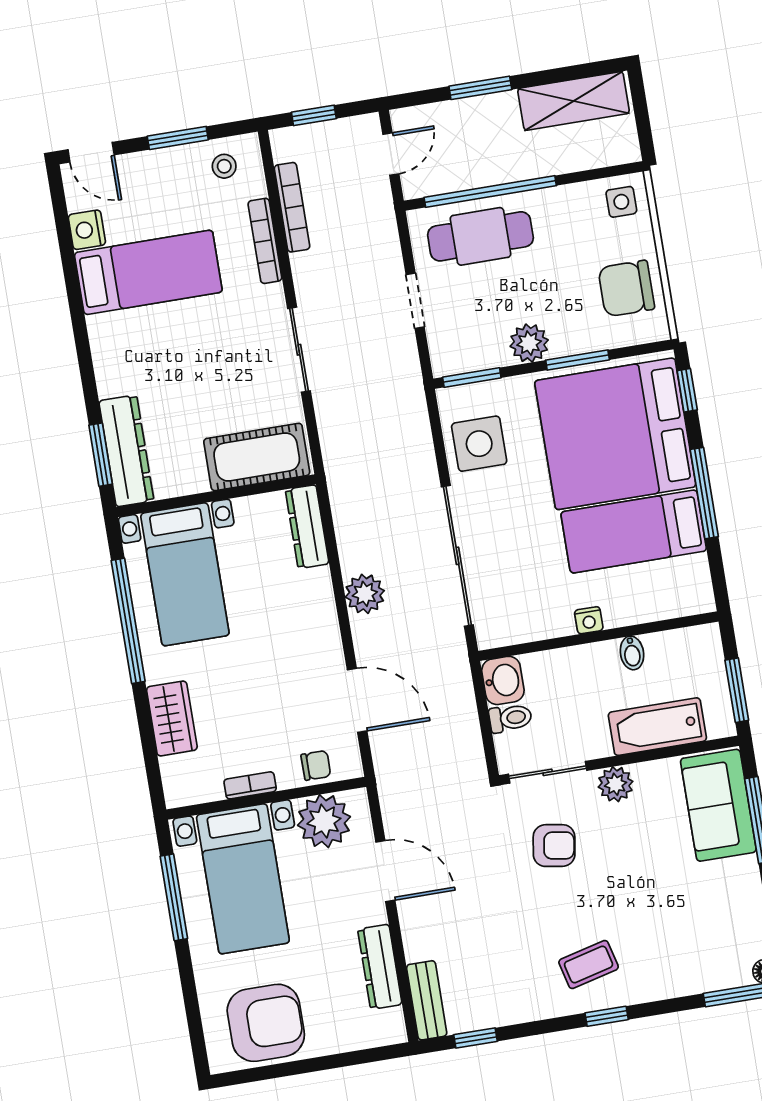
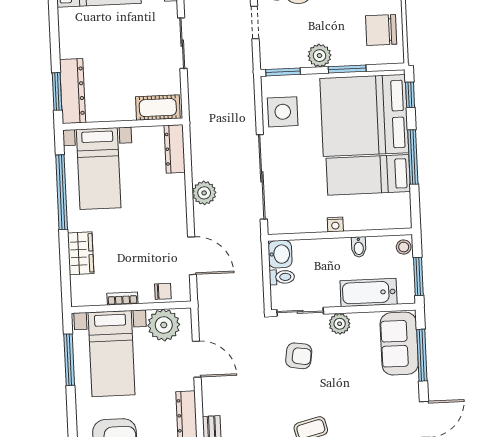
cot: (257, 457) -> (158, 108), width x0.73, depth x0.75
stool: (707, 644) -> (404, 247), added

